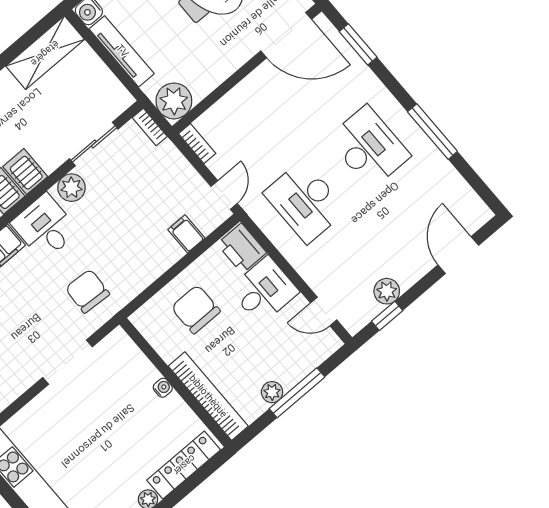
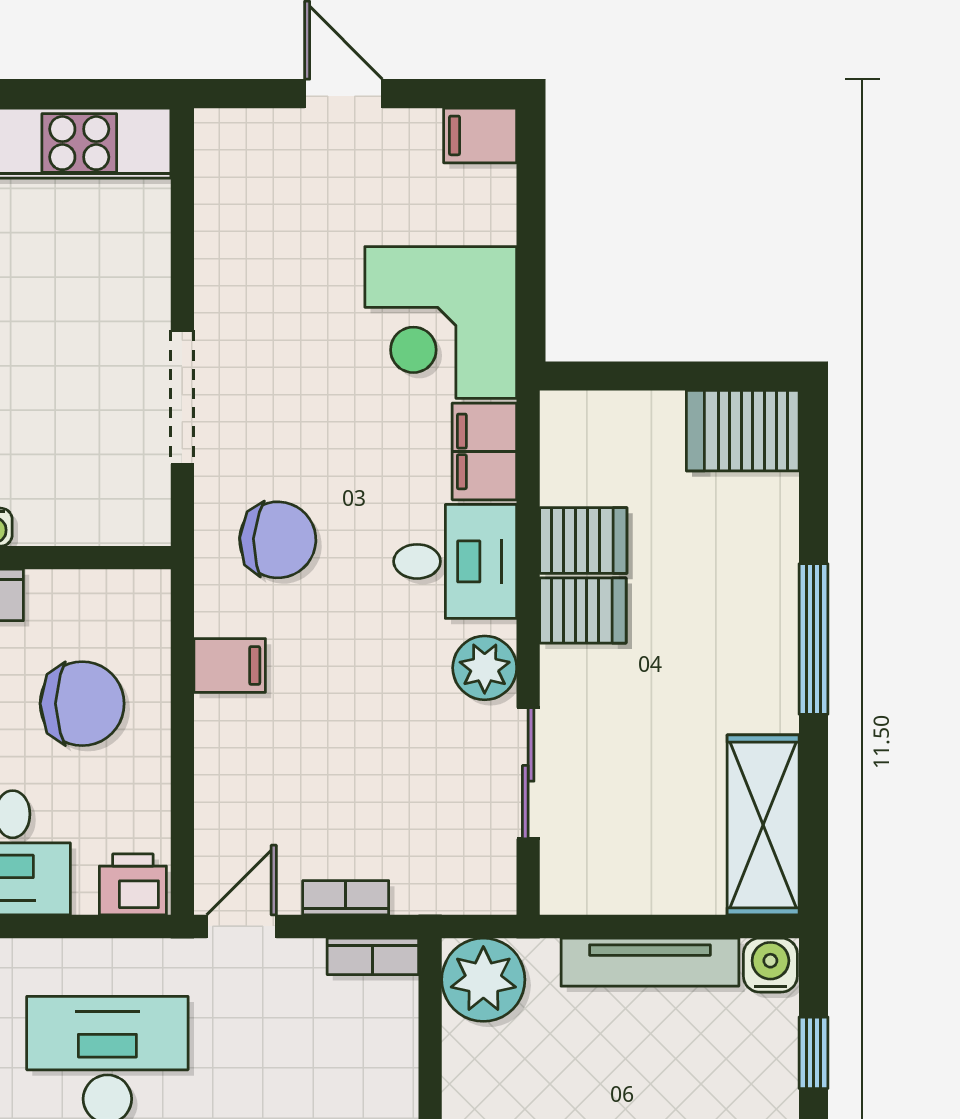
bookcase: (150, 127) -> (346, 898), moved
door: (224, 195) -> (241, 926), swing flipped
filing cabinet: (186, 234) -> (230, 665), moved
printer: (242, 248) -> (133, 884), width x0.73, depth x0.81

